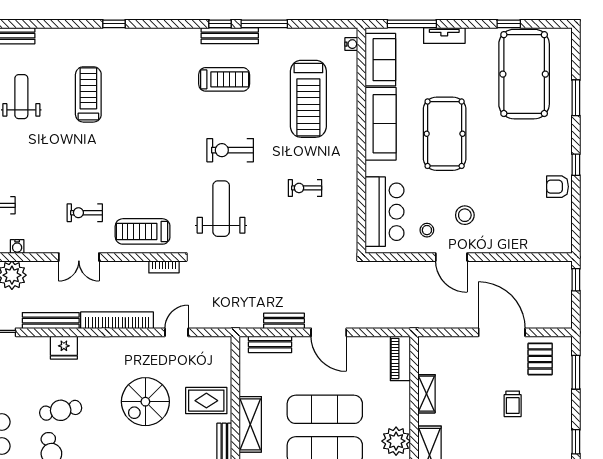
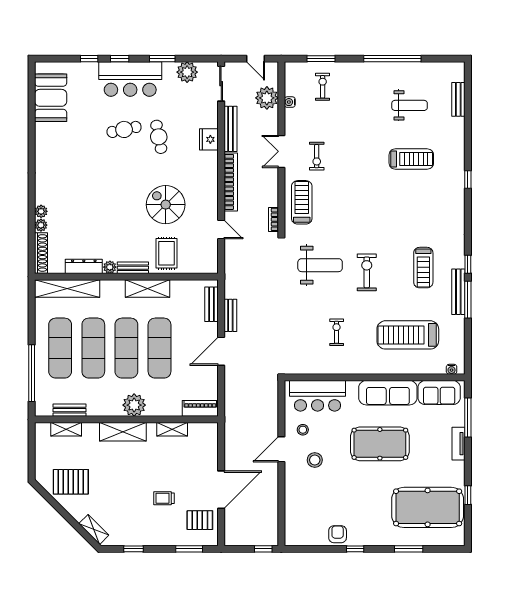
bench: (230, 36) -> (458, 292), moved
exercise bike: (85, 213) -> (317, 156), turned 180

